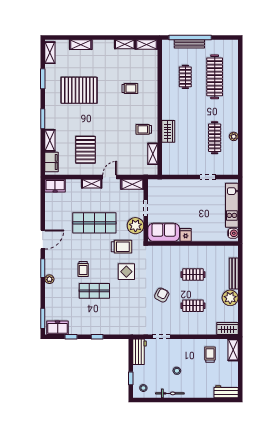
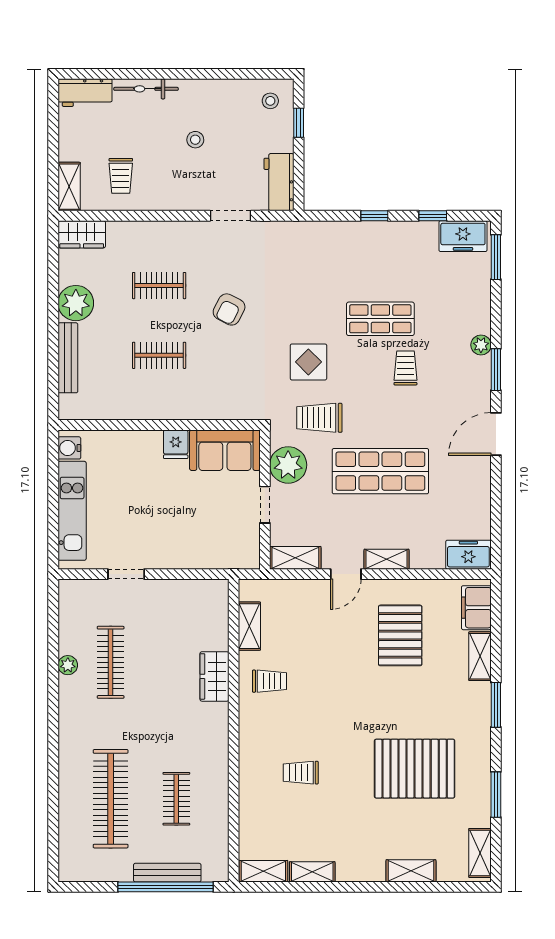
bicycle: (170, 393) -> (146, 89), moved

